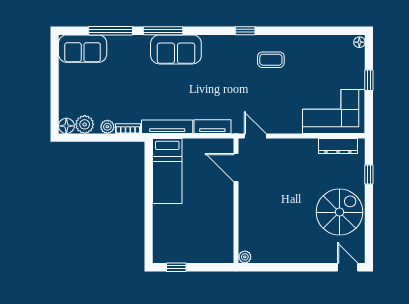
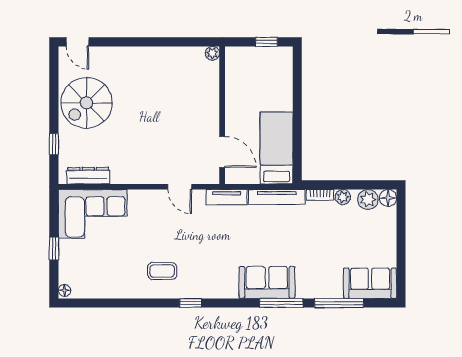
door: (236, 168) -> (222, 152), moved
wall: (236, 201) -> (222, 115), moved
plant: (245, 257) -> (212, 53), moved

